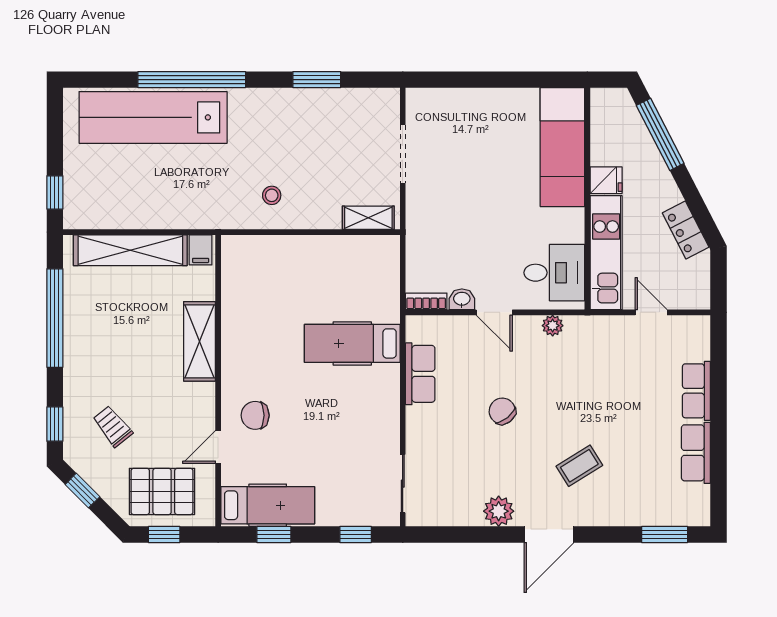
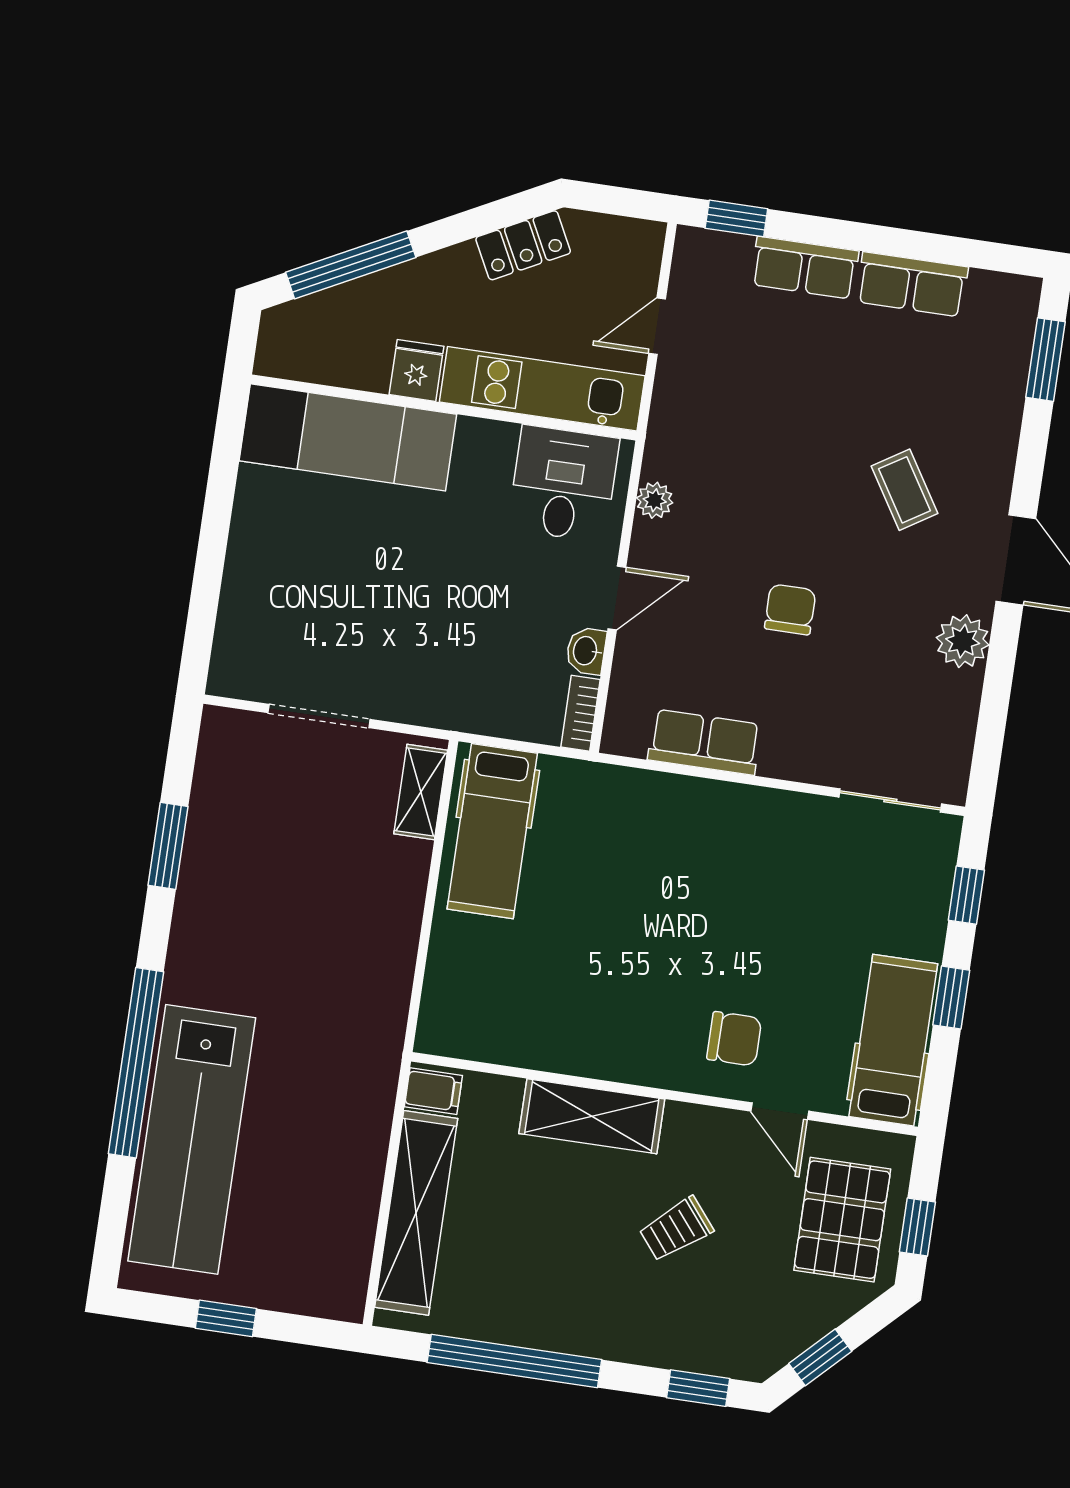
window: (55, 192) -> (226, 1318), moved
stool: (272, 195) -> (357, 954), removed
hospital bed: (352, 343) -> (492, 831), moved
window: (719, 348) -> (736, 218), added
chair: (502, 411) -> (790, 609), turned 129
chair: (255, 415) -> (734, 1039), turned -90
trolley: (113, 426) -> (676, 1229), moved
window: (274, 534) -> (951, 998), moved

